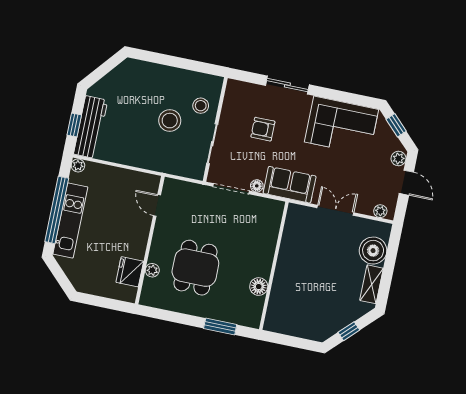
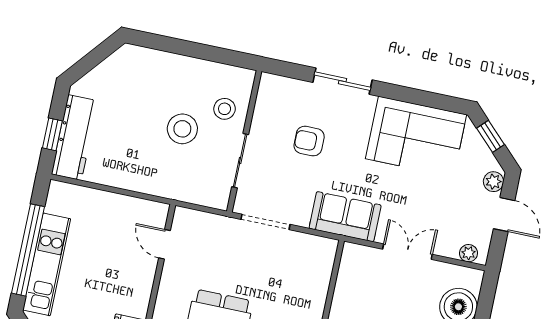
plant: (78, 165) -> (57, 190), removed
floor lamp: (257, 186) -> (300, 218), removed

